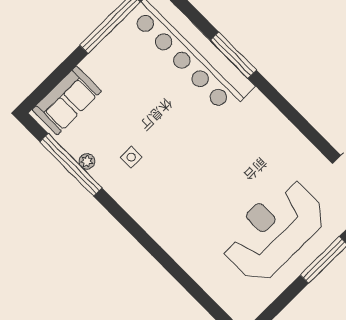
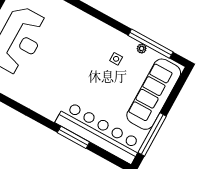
sofa: (67, 100) -> (154, 94), width x1.85, depth x1.27

